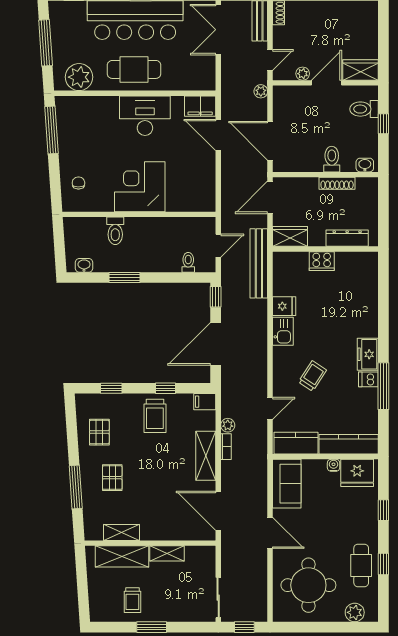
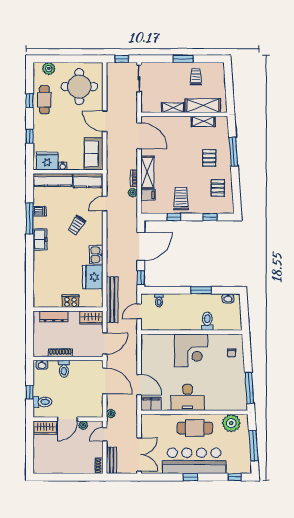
fridge: (284, 306) -> (93, 277), width x1.88, depth x1.34
dishwasher: (368, 379) -> (40, 211), moved
filing cabinet: (205, 402) -> (148, 195), moved

